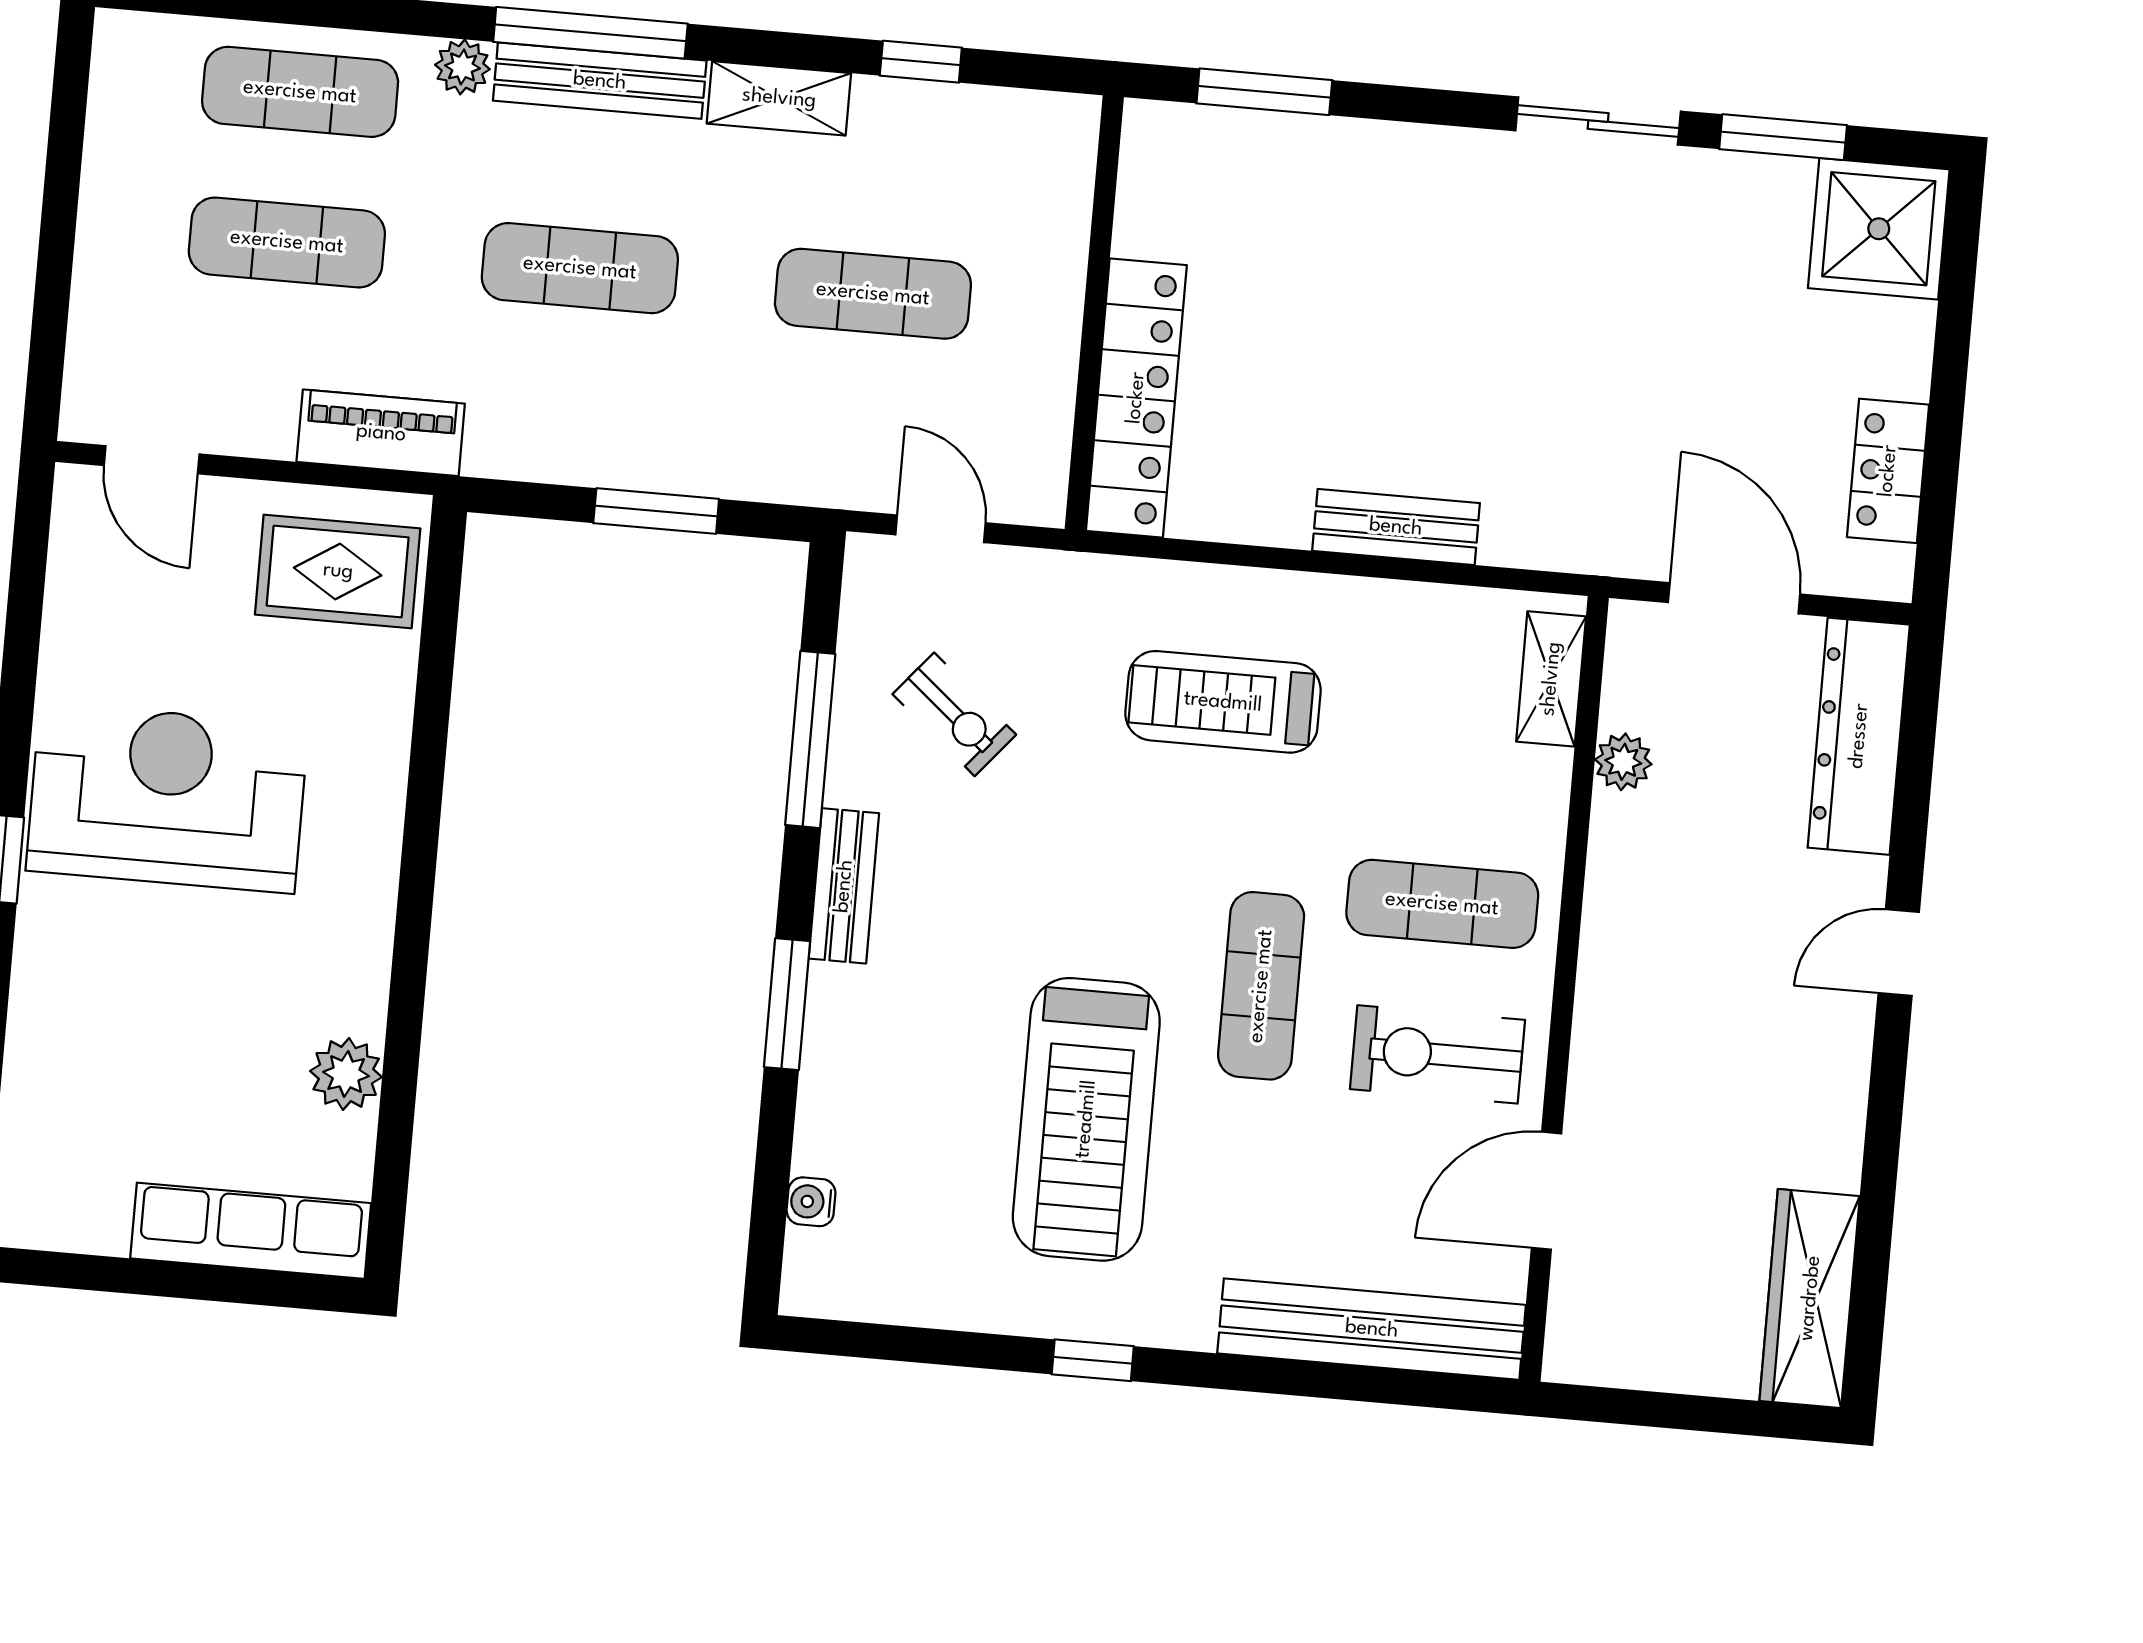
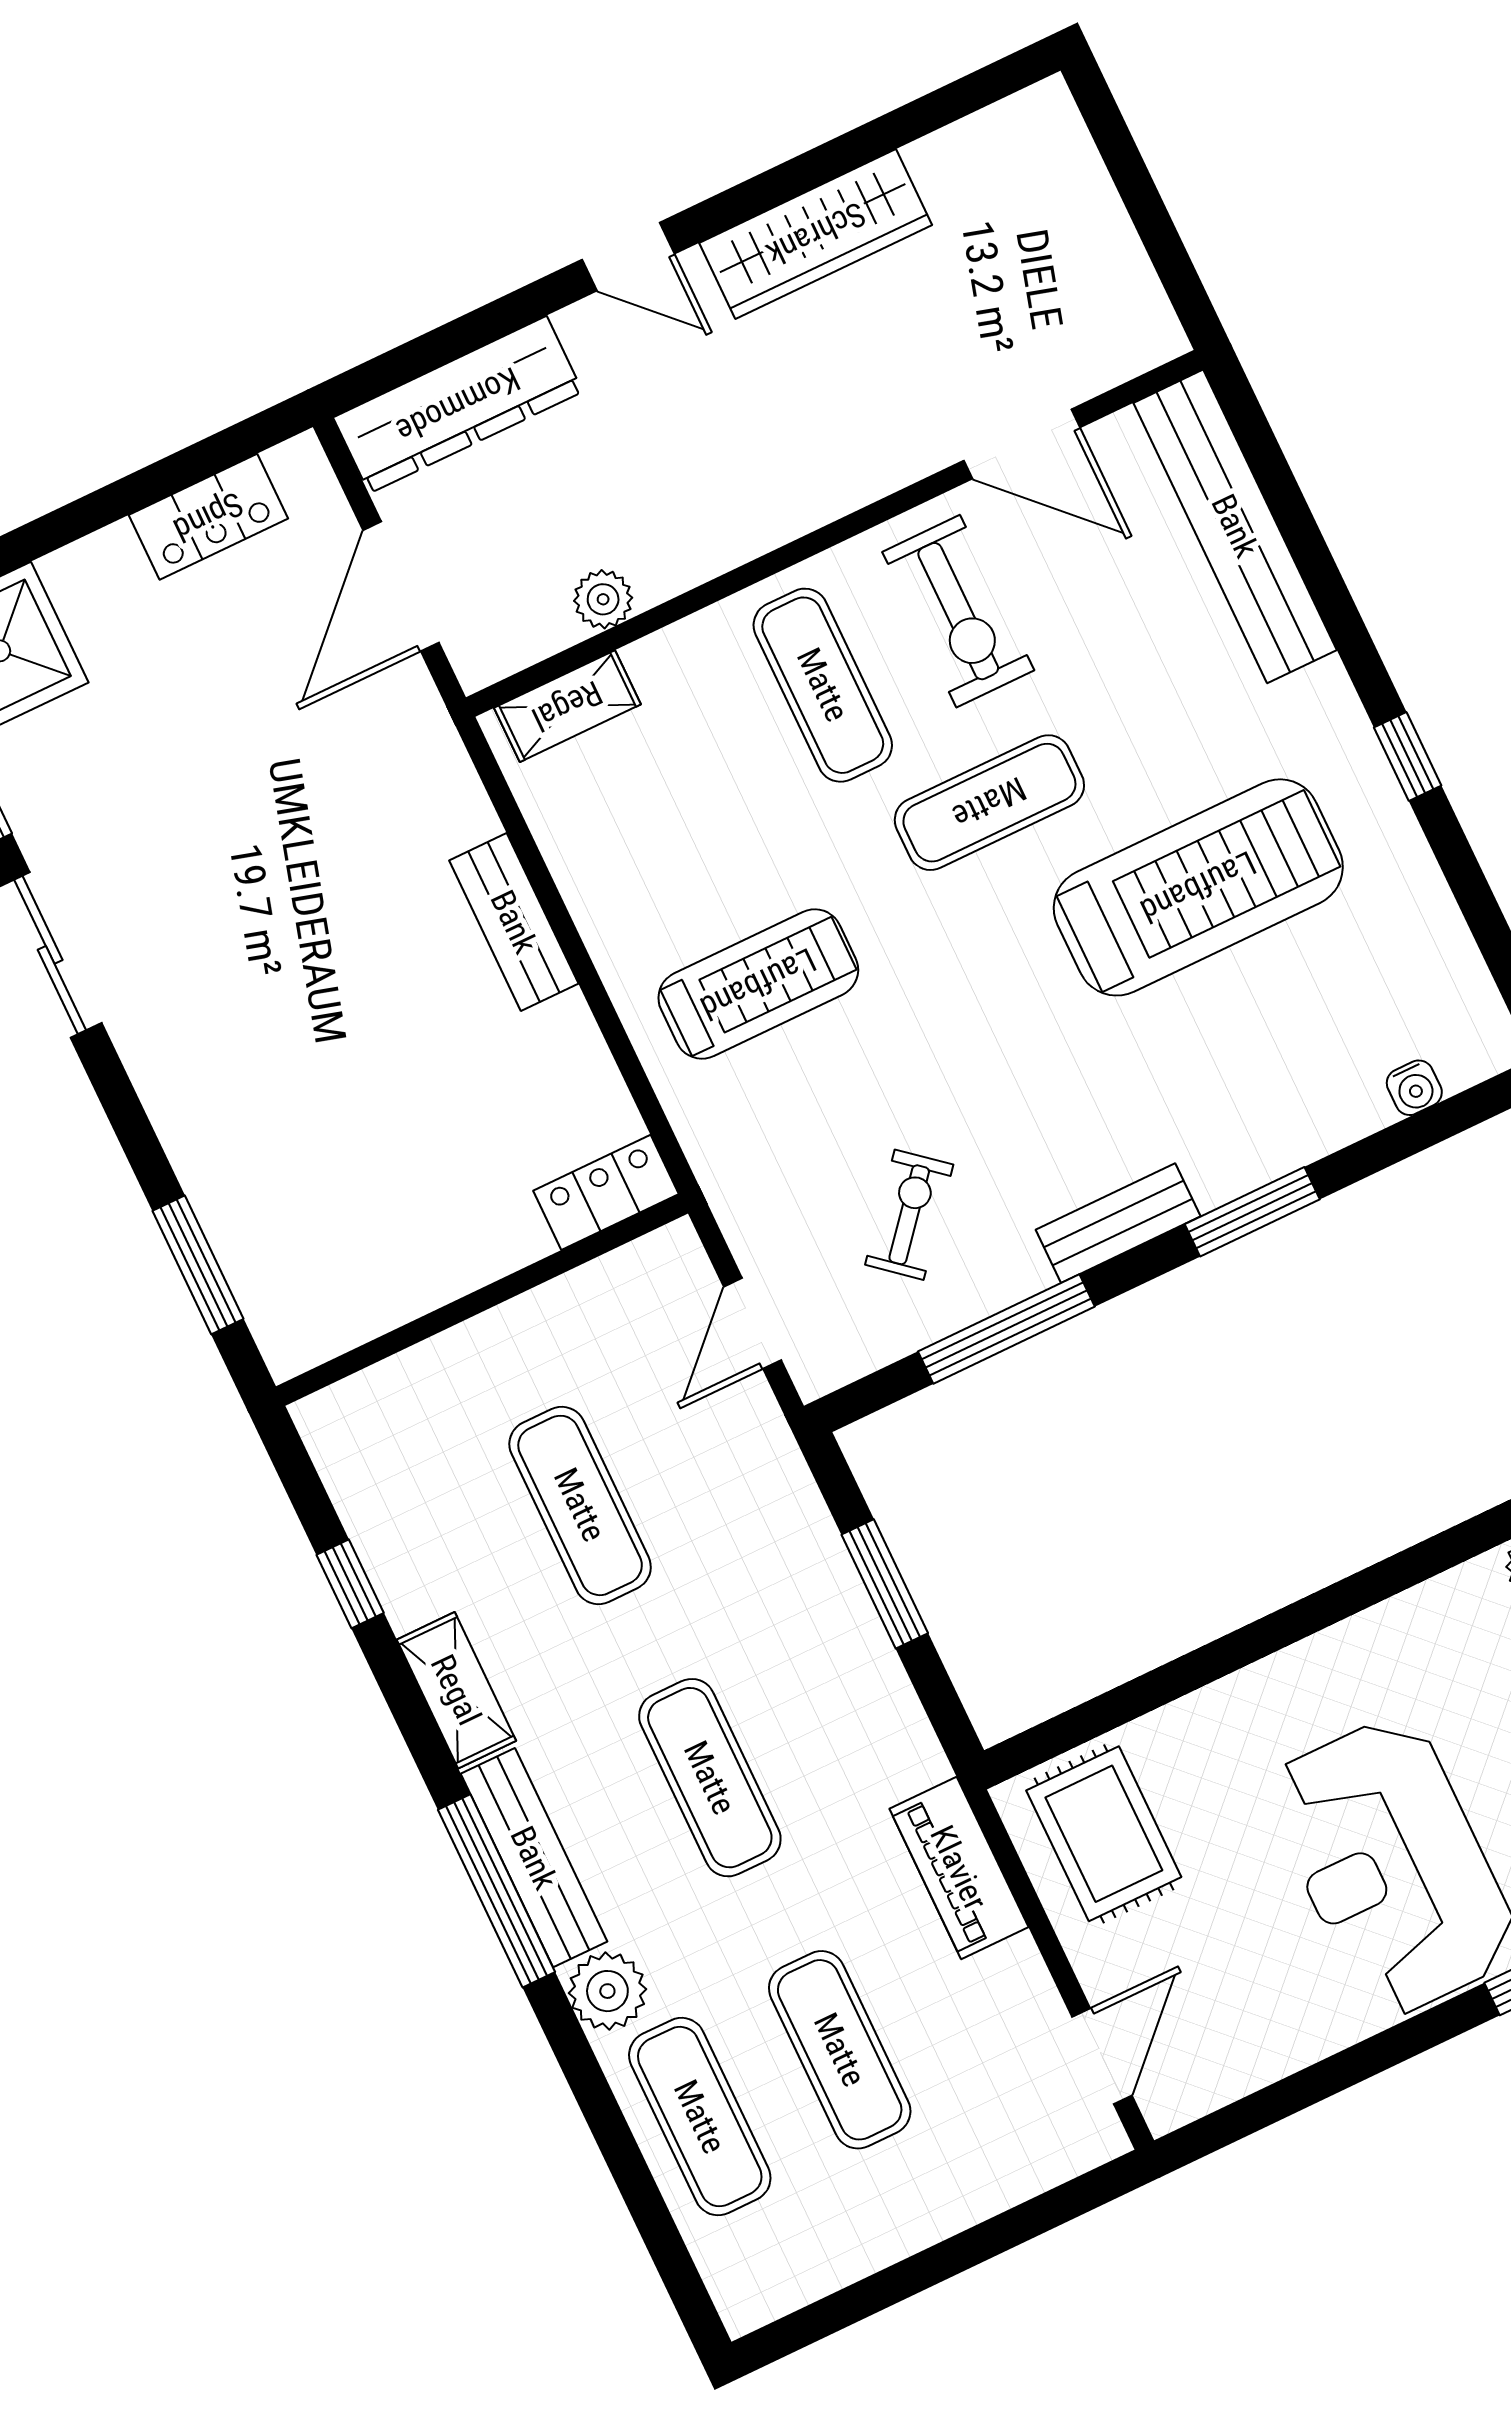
plant: (462, 67) -> (607, 1991), width x1.38, depth x1.38
locker: (1136, 398) -> (606, 1192), width x0.46, depth x0.83
treadmill: (1223, 702) -> (758, 984), turned -90
wardrobe: (1810, 1298) -> (816, 234), moved

